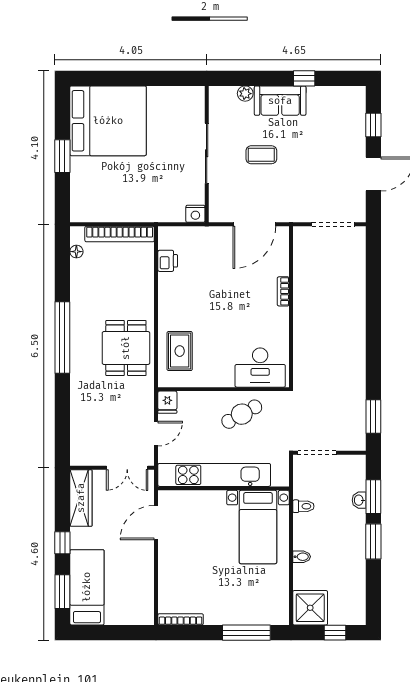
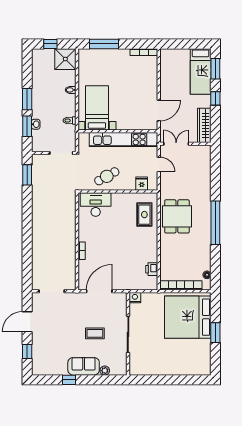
bed: (108, 121) -> (188, 317), moved
fridge: (167, 402) -> (142, 184), moved
door: (156, 434) -> (159, 164), swing flipped

